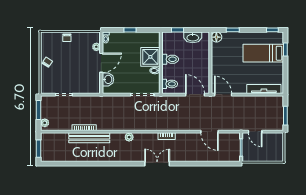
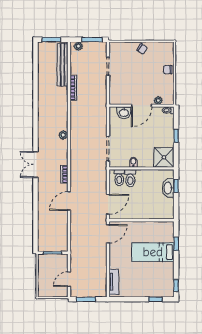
washbasin: (193, 37) -> (168, 188), moved
floor lamp: (216, 37) -> (169, 227), removed
bed: (263, 53) -> (153, 252), moved, turned -90
shower: (150, 57) -> (164, 157), moved
toilet: (170, 59) -> (130, 178), moved
door: (101, 63) -> (141, 106), hinge flipped
tv unit: (264, 89) -> (114, 282), width x0.71
door: (209, 132) -> (69, 201), moved
door: (255, 132) -> (69, 279), moved
bench: (89, 138) -> (63, 65), moved
double door: (157, 164) -> (35, 164), swing flipped

